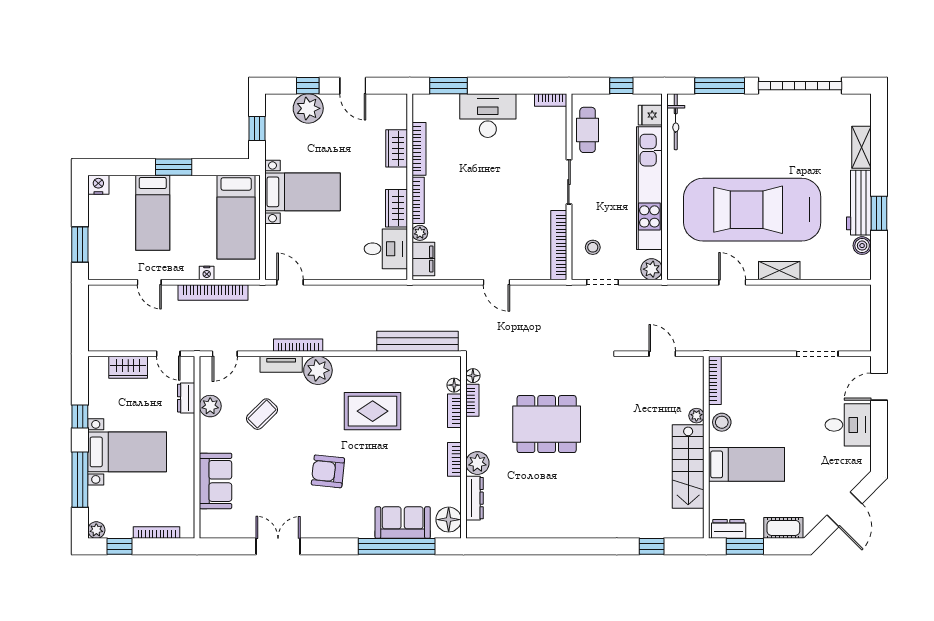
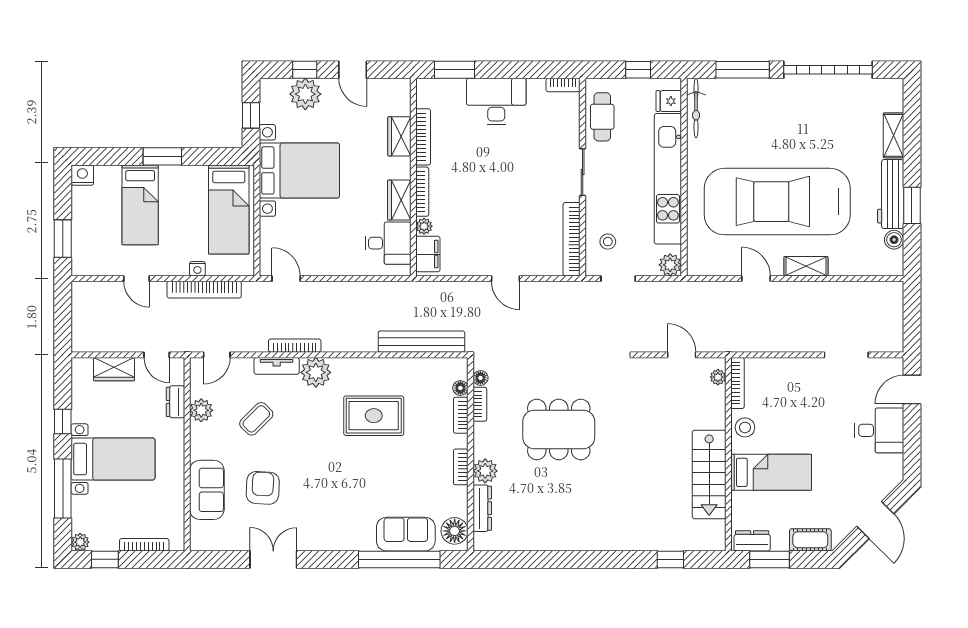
bed with nightstands: (303, 192) -> (299, 170), width x1.36
plant: (696, 416) -> (718, 377), moved
armchair: (328, 471) -> (263, 488), moved, turned 87

